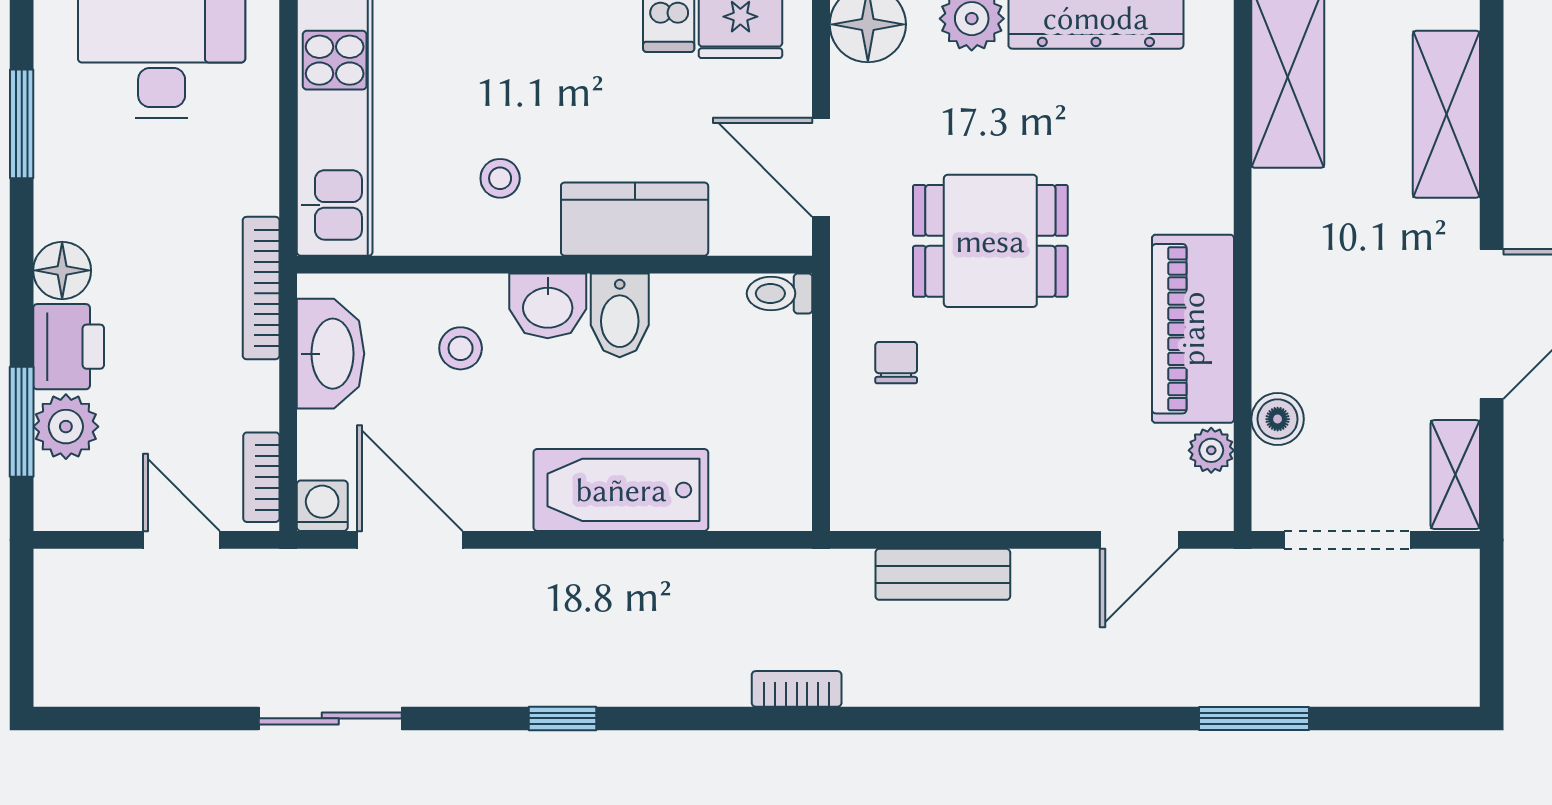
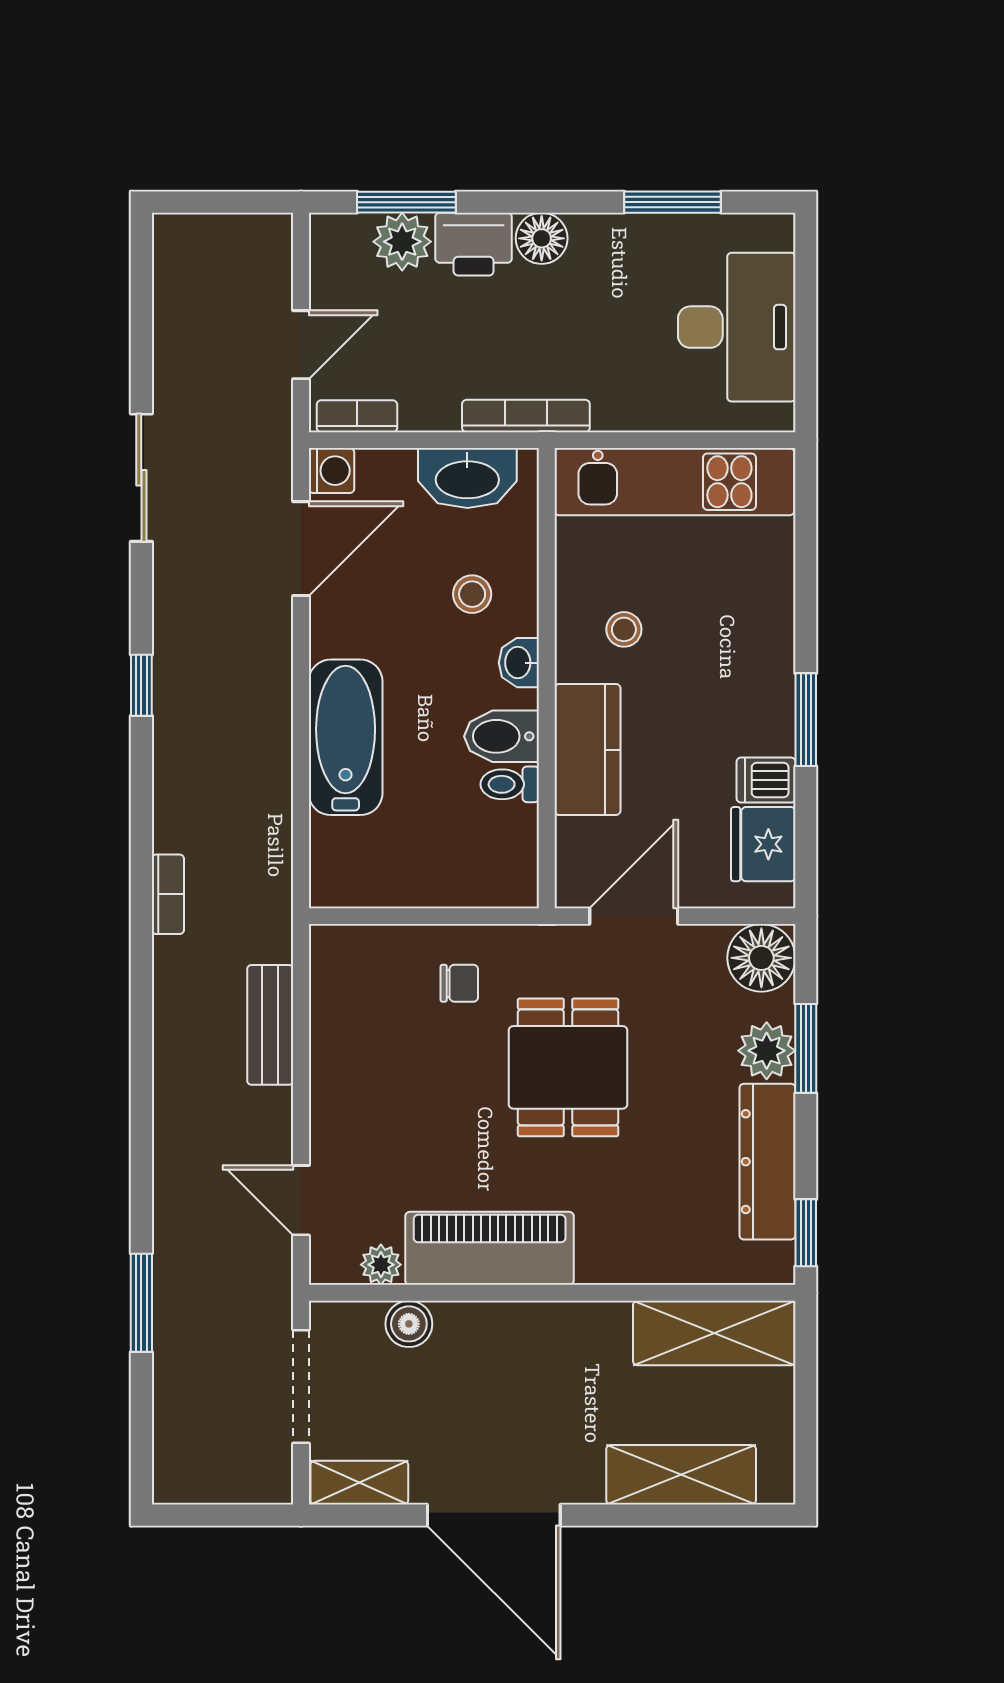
toilet: (780, 293) -> (510, 784), moved, turned -90
washbasin: (548, 306) -> (519, 663), width x0.72, depth x0.69

